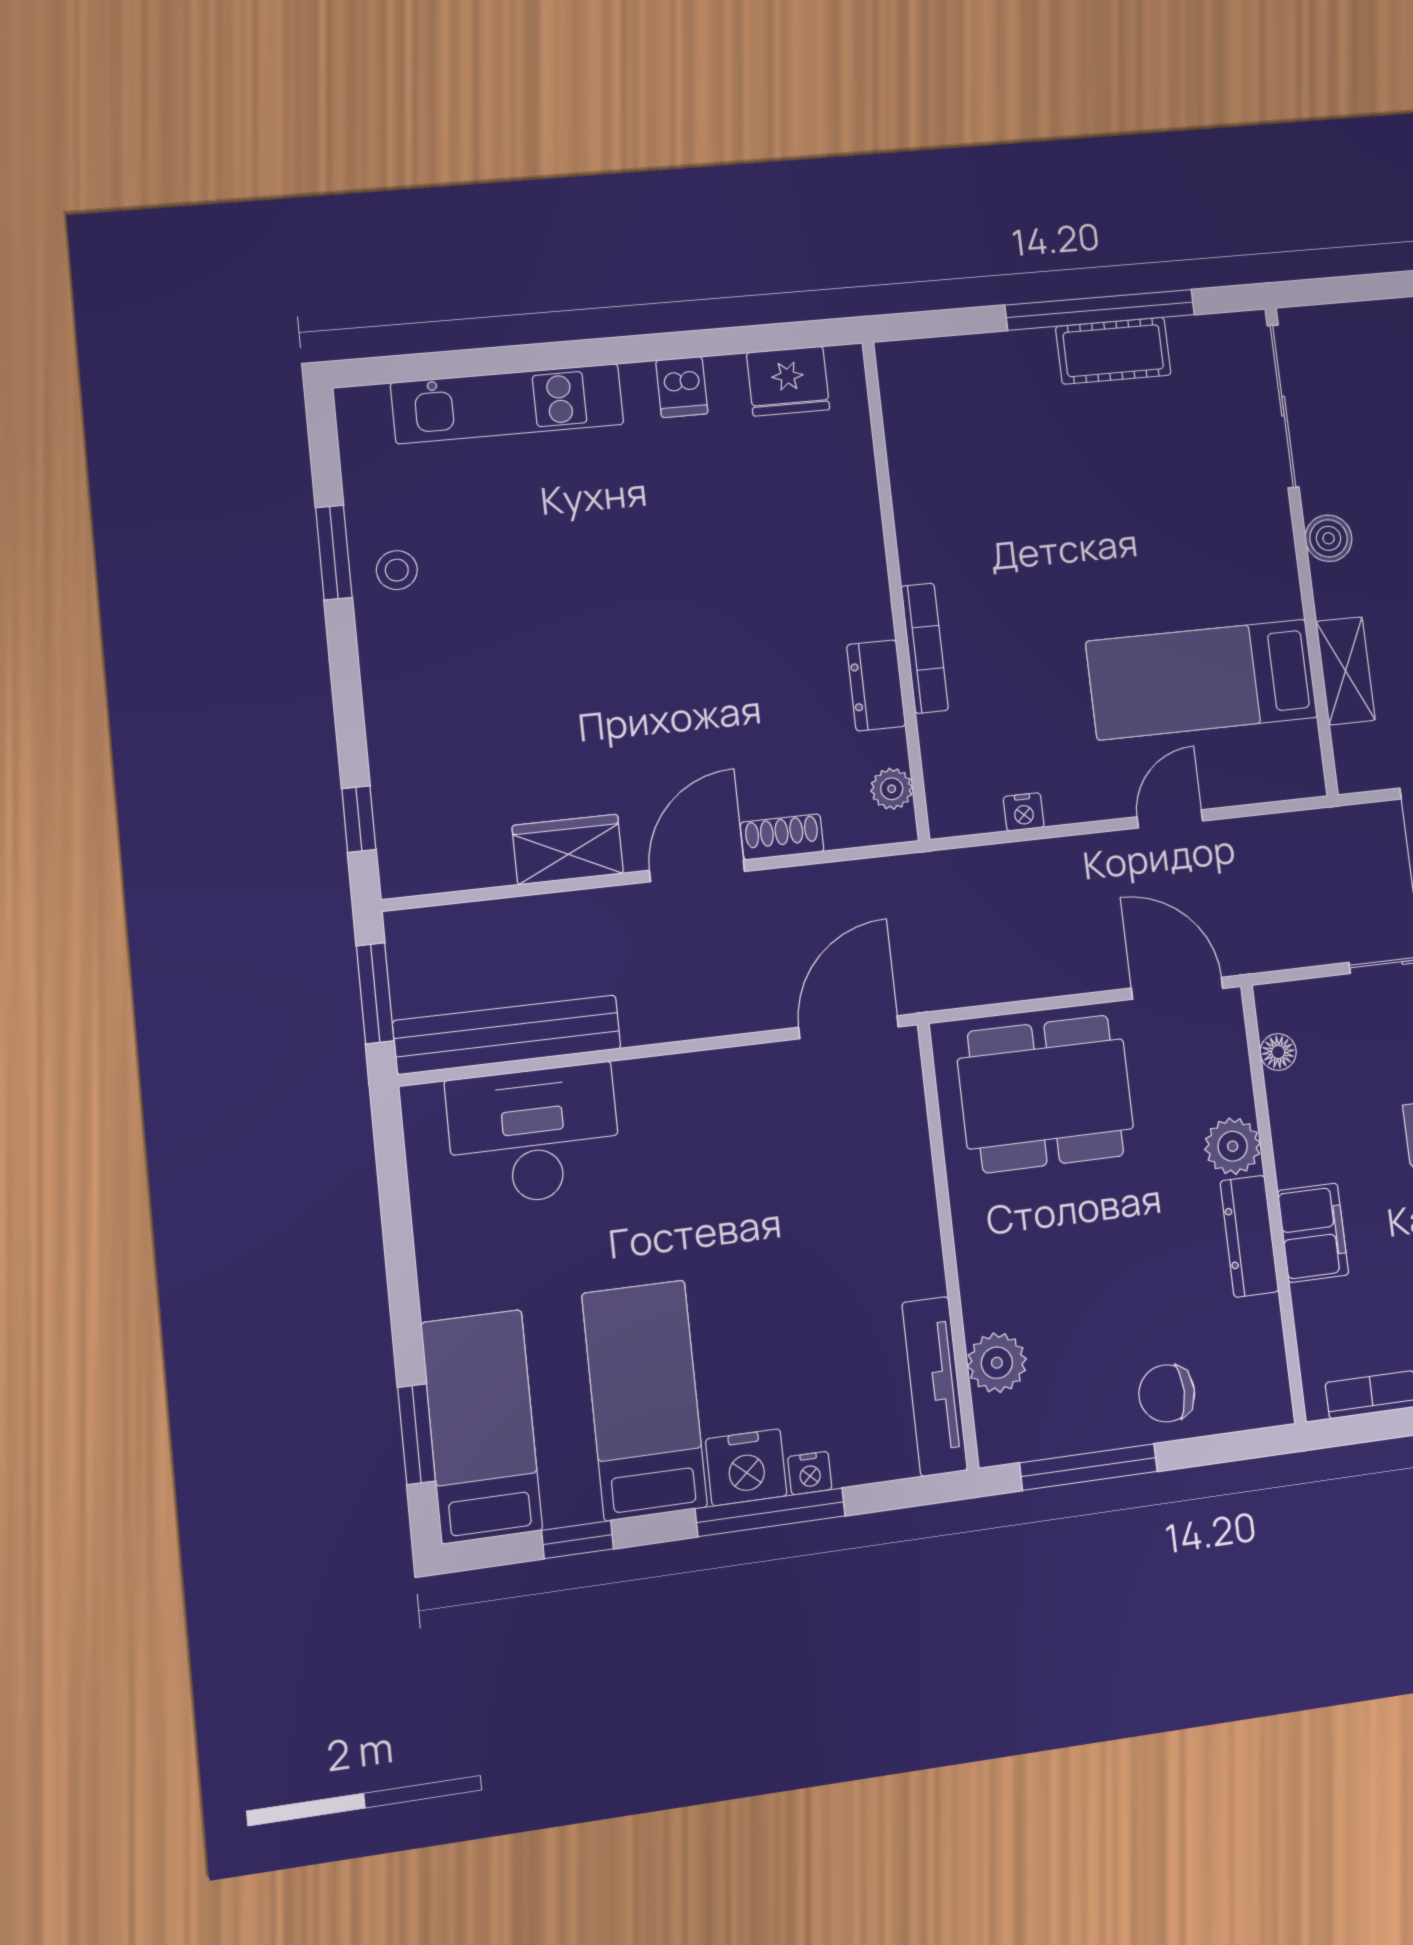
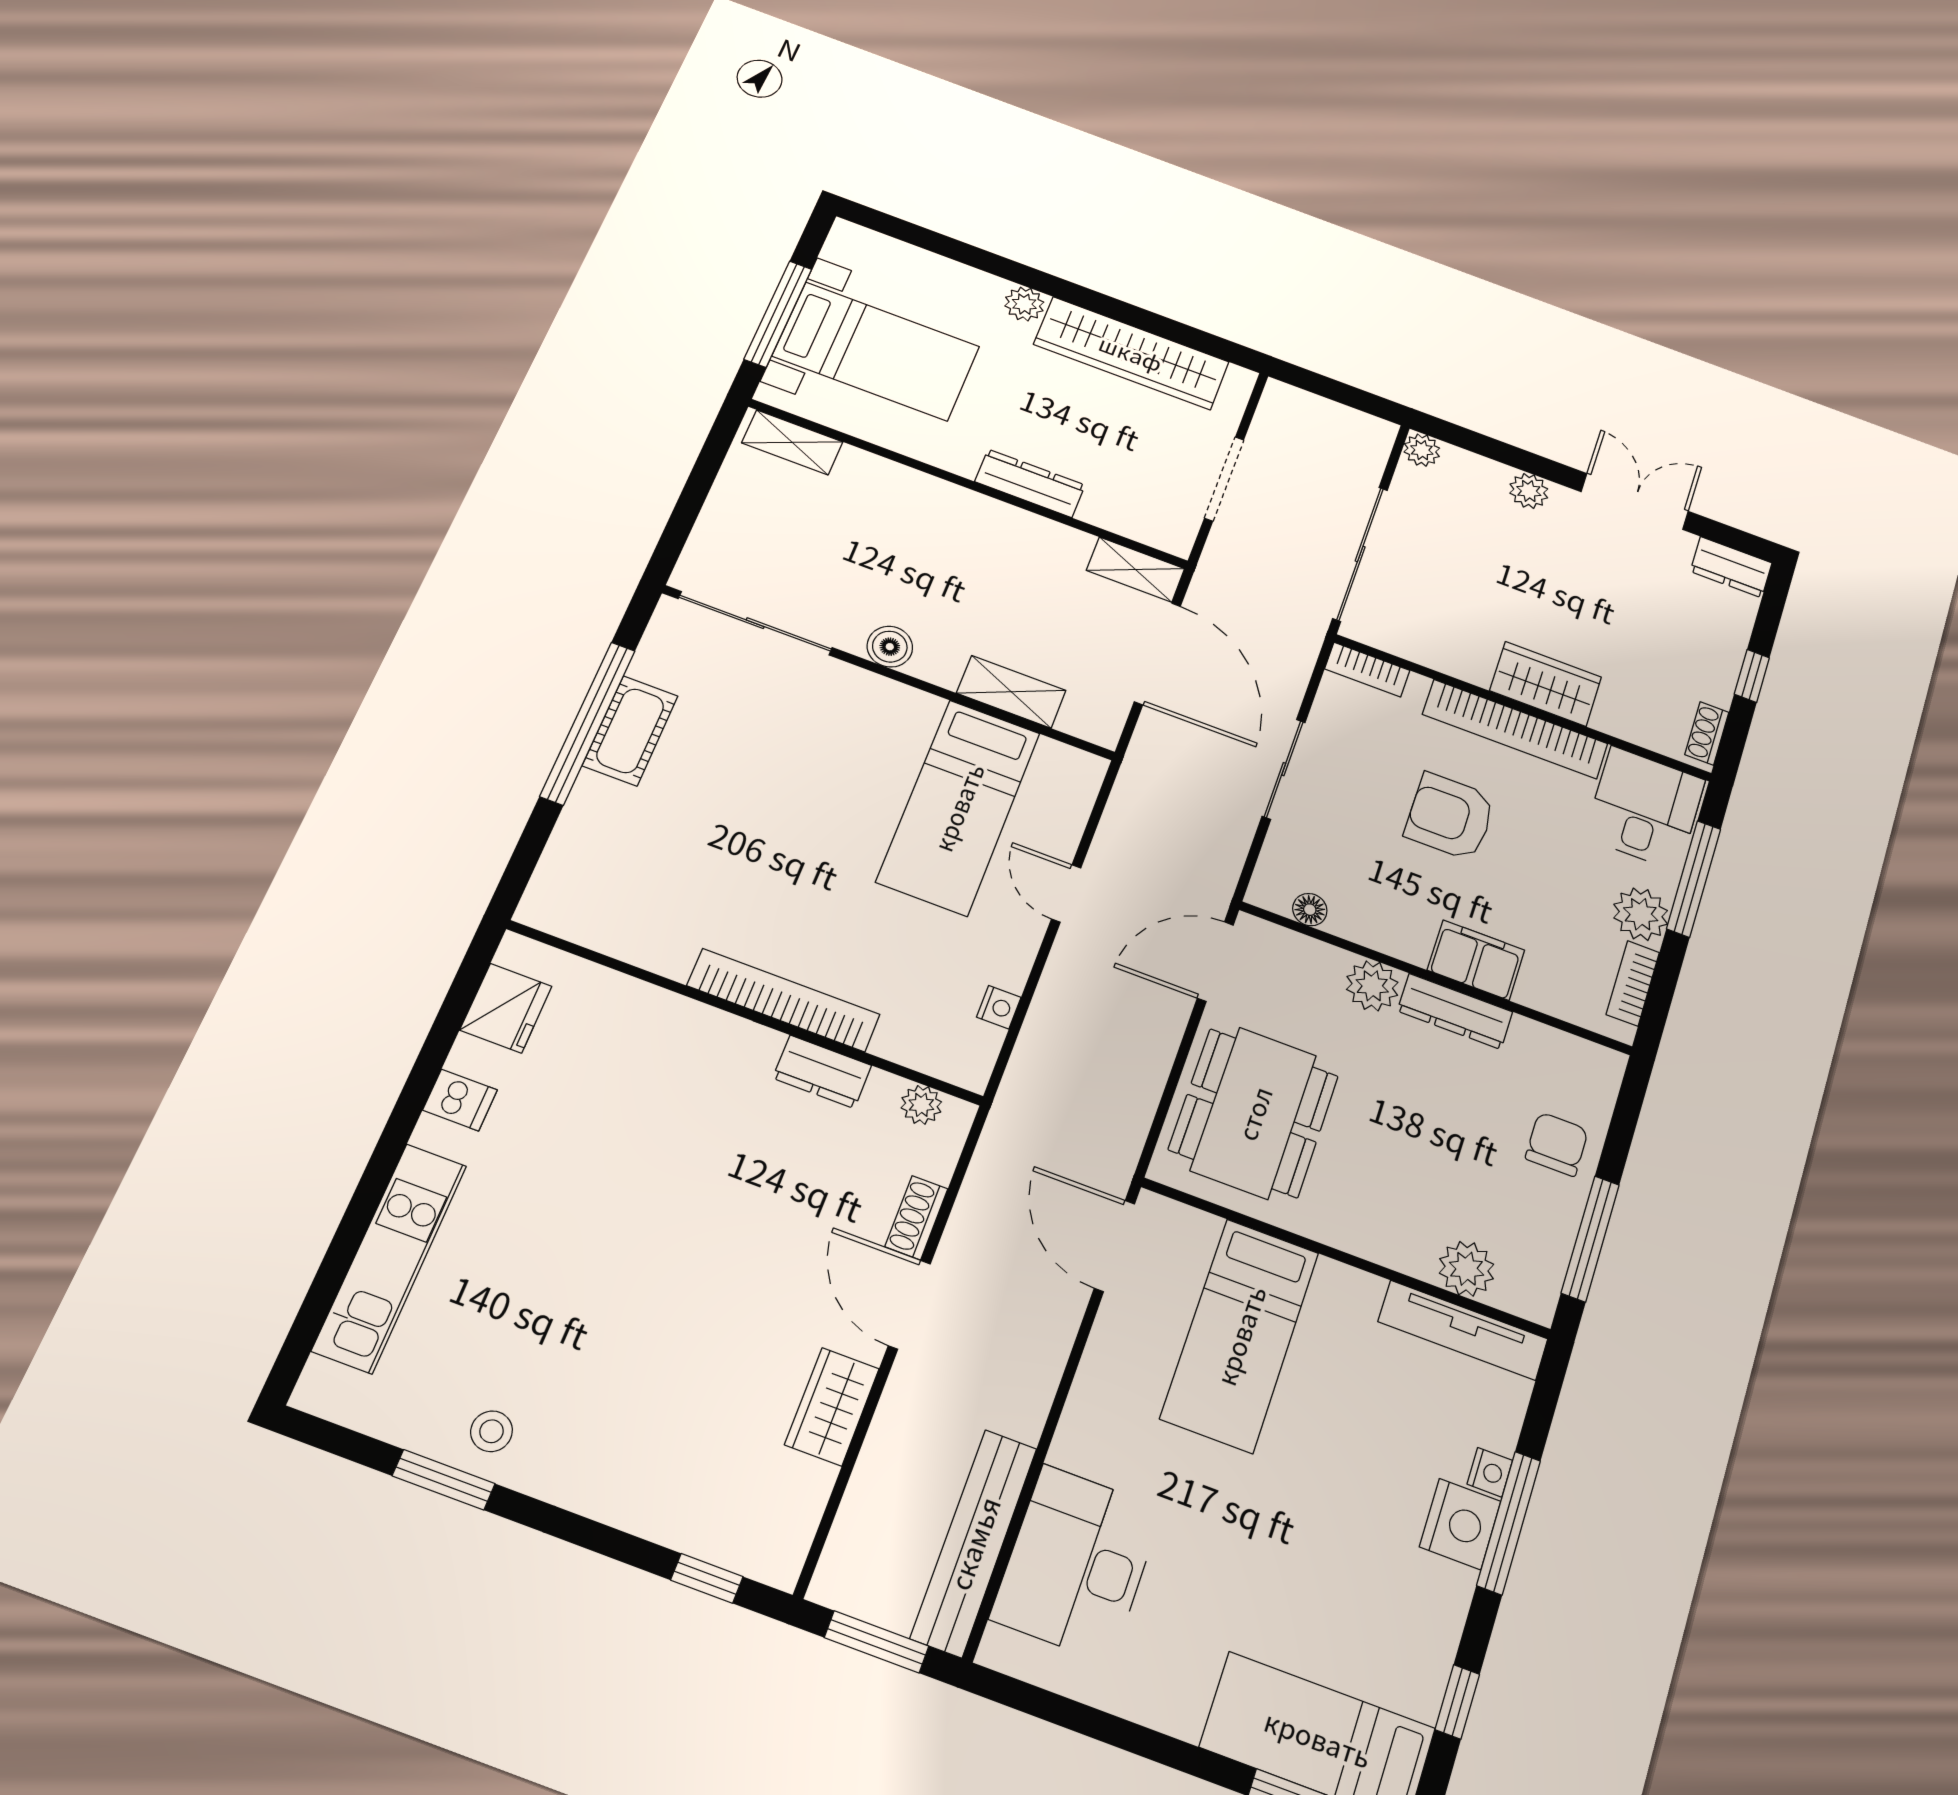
bookcase: (925, 648) -> (783, 1000), width x1.48, depth x1.31
chair: (1167, 1393) -> (1557, 1144), turned 180
bed: (644, 1400) -> (1240, 1335), moved, turned -90

